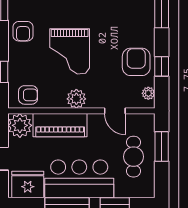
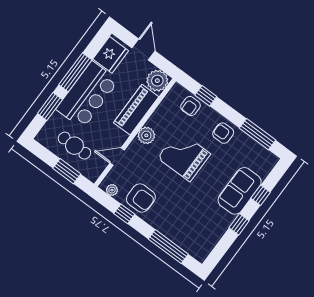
armchair: (28, 95) -> (190, 106), moved

